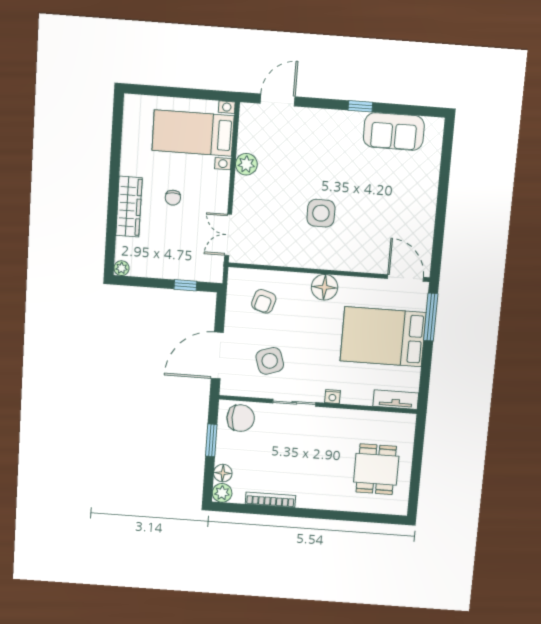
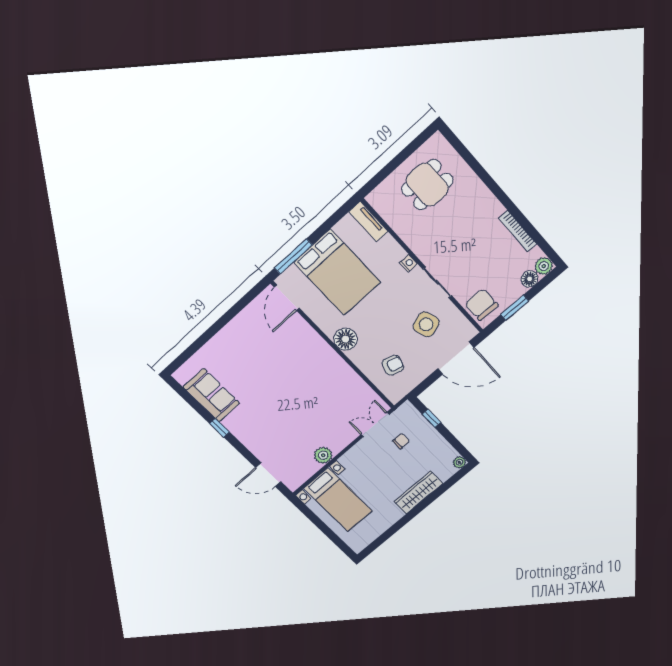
chair: (173, 198) -> (401, 441), moved
side table: (321, 213) -> (304, 387), removed
double door: (228, 235) -> (375, 425), swing flipped

